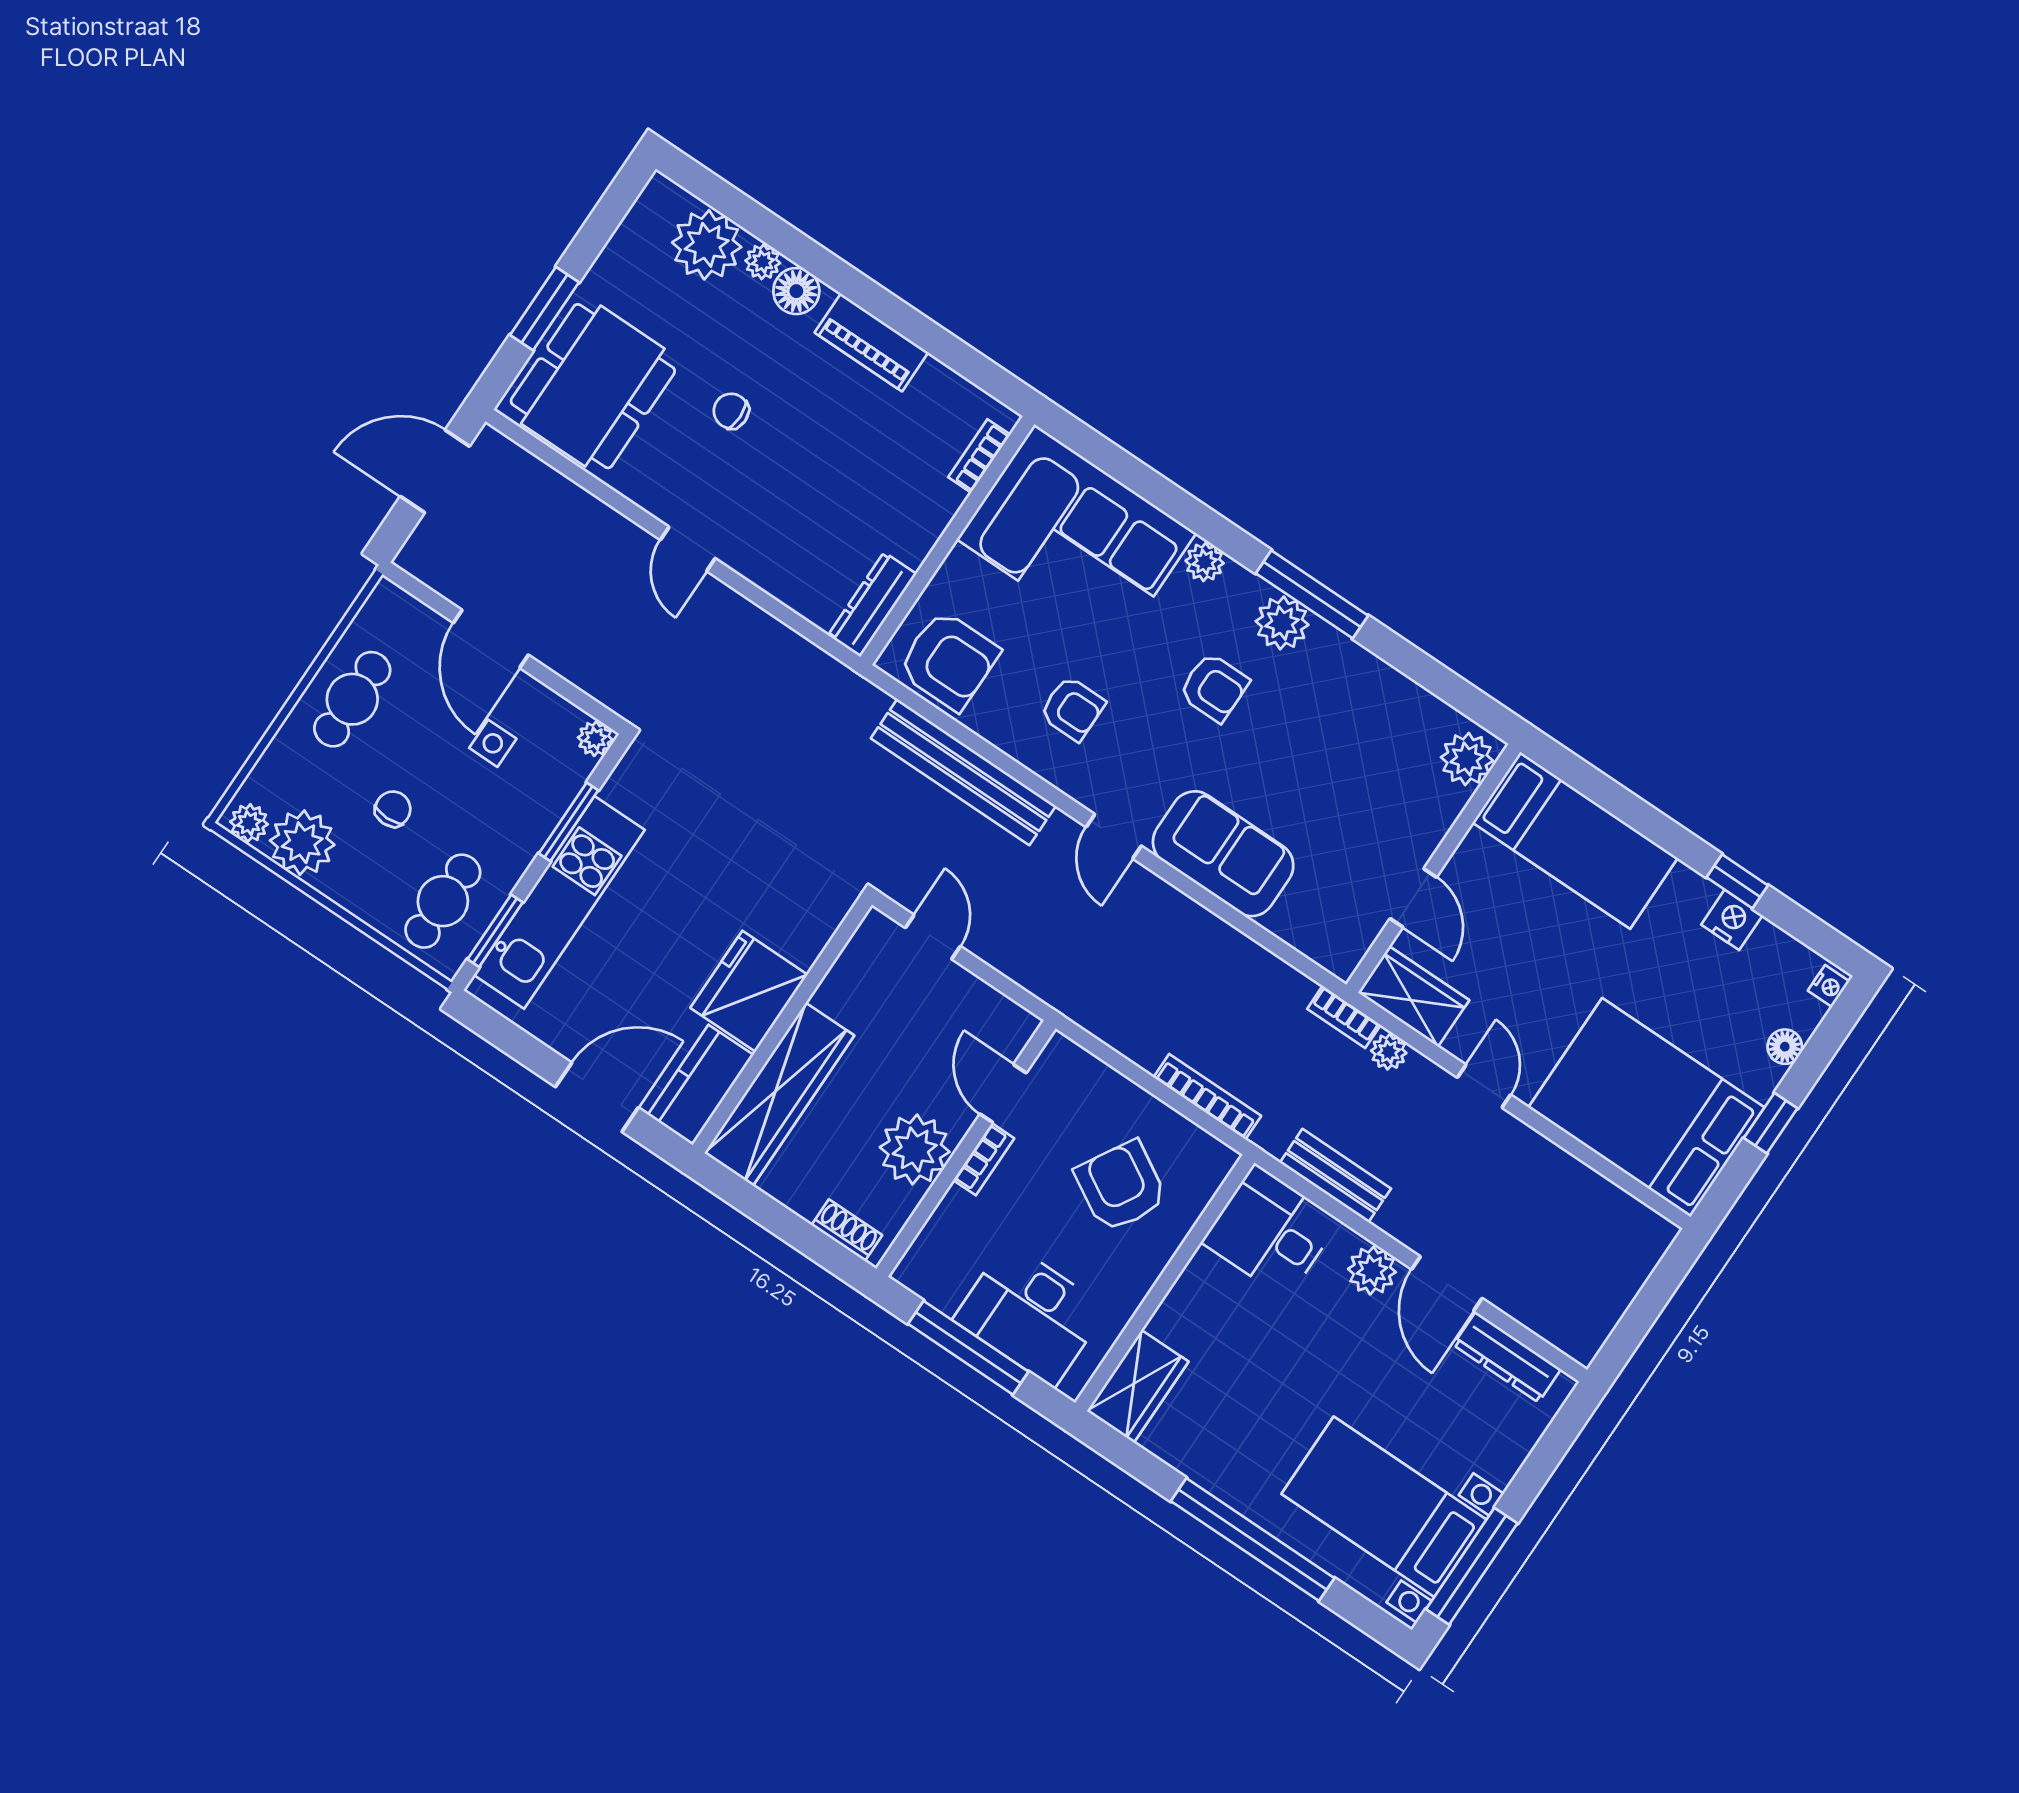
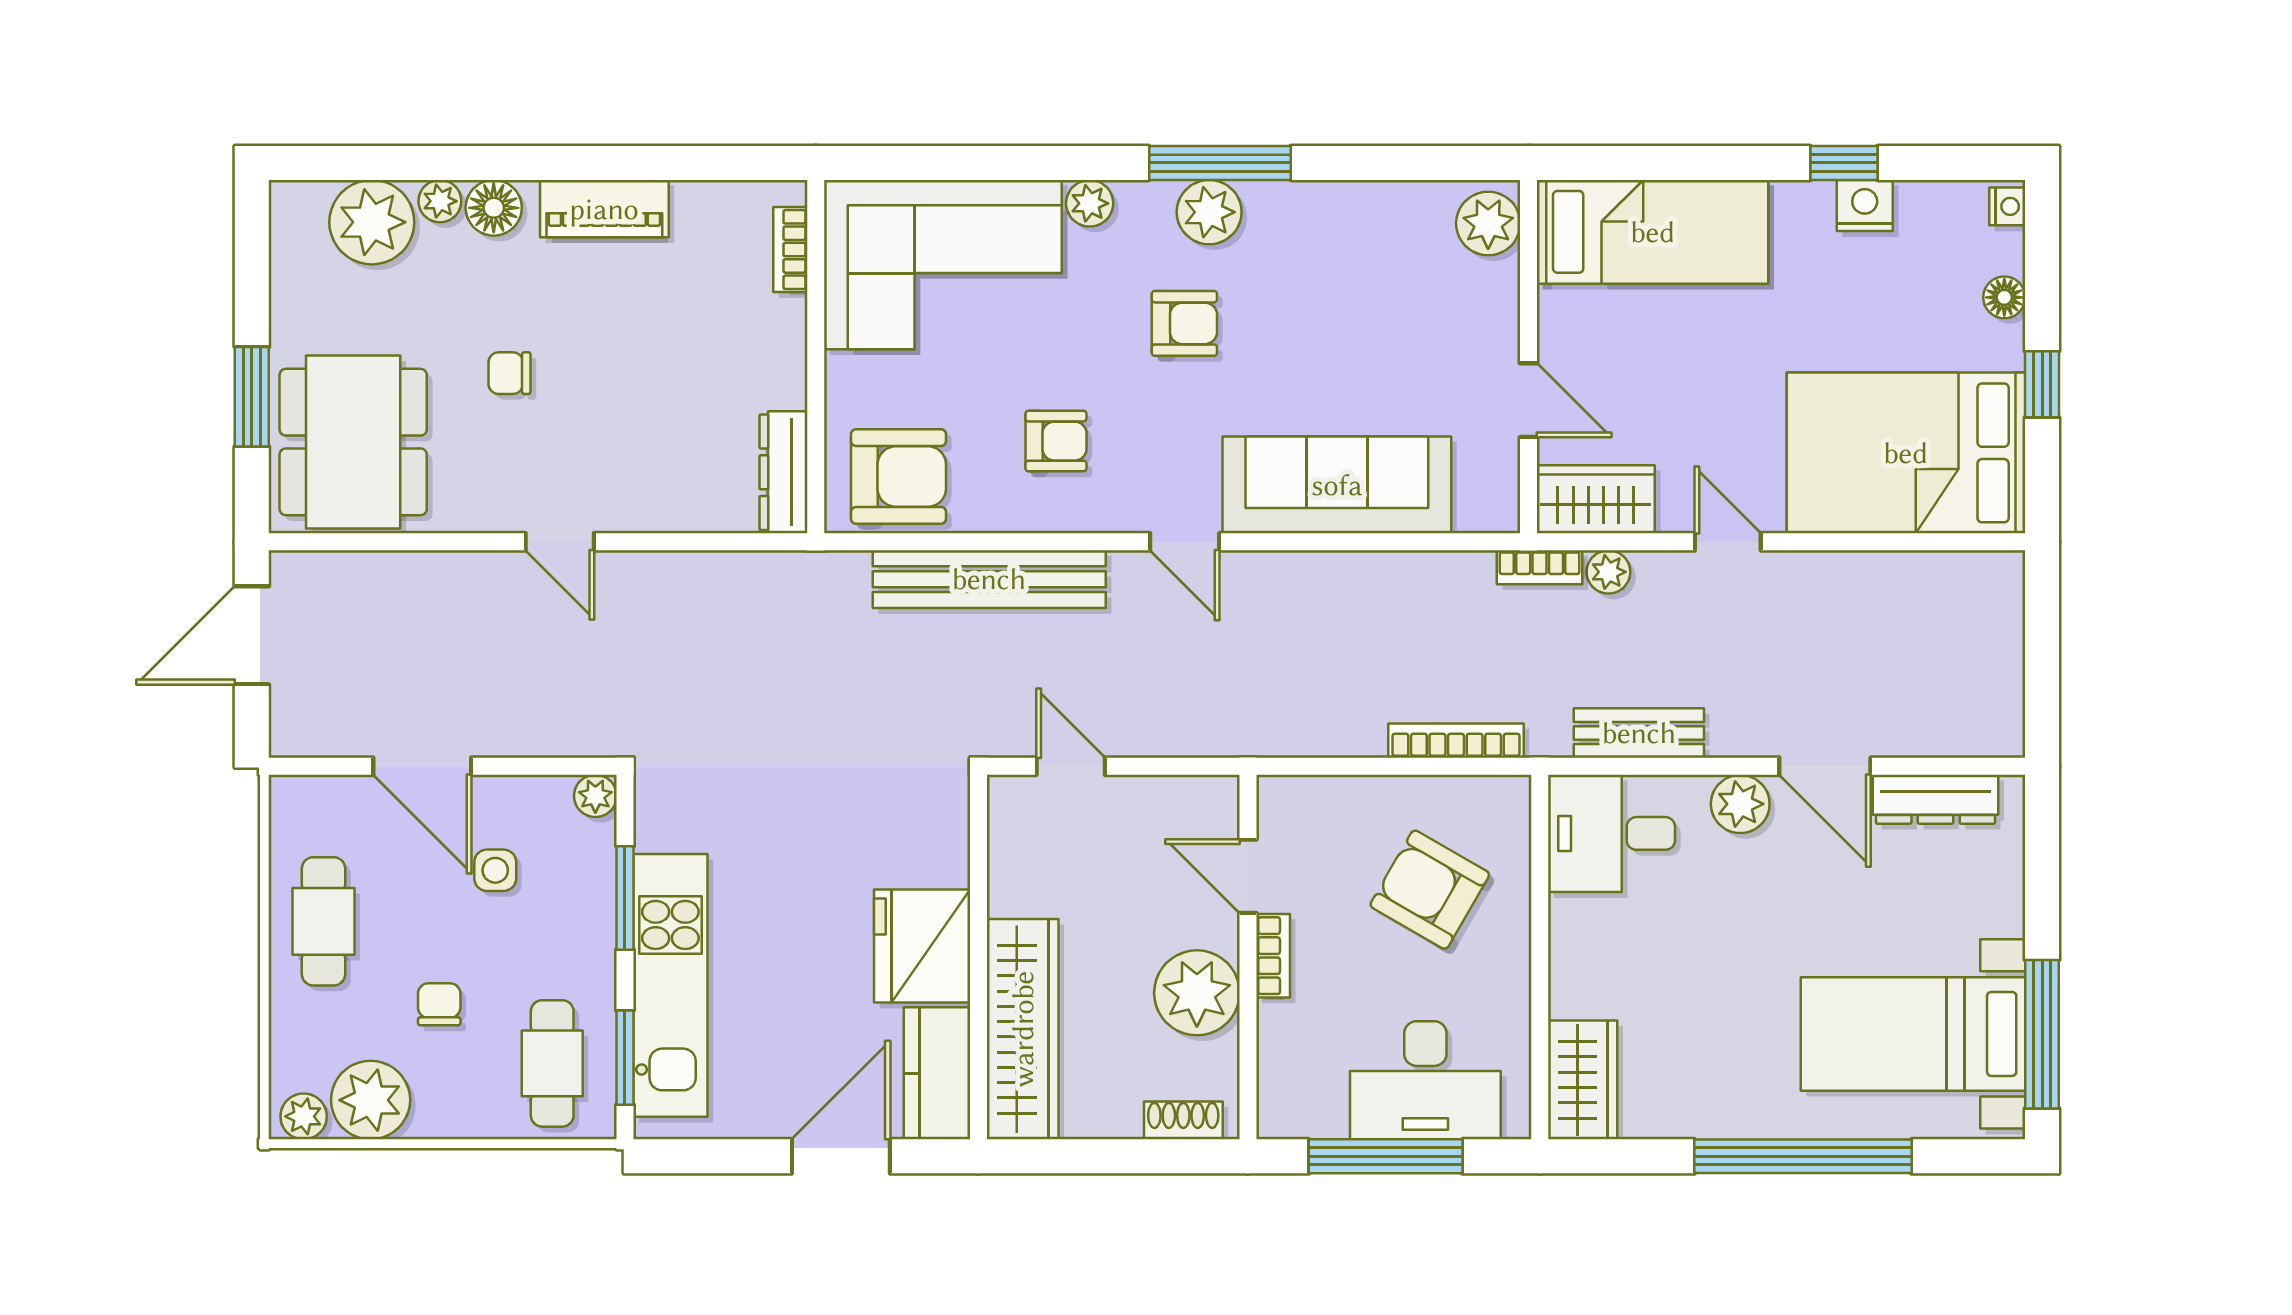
sofa: (1223, 854) -> (1337, 485), width x1.36

